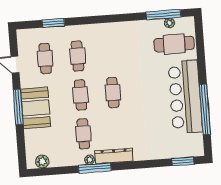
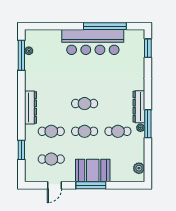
dresser: (104, 30) -> (31, 107), added
cafe table: (174, 44) -> (47, 48), removed

